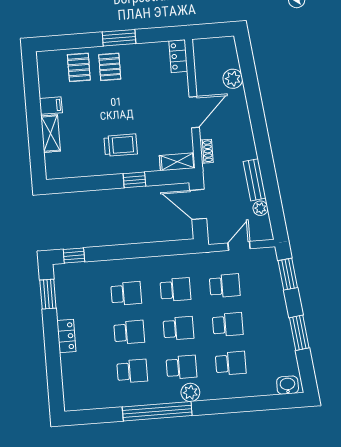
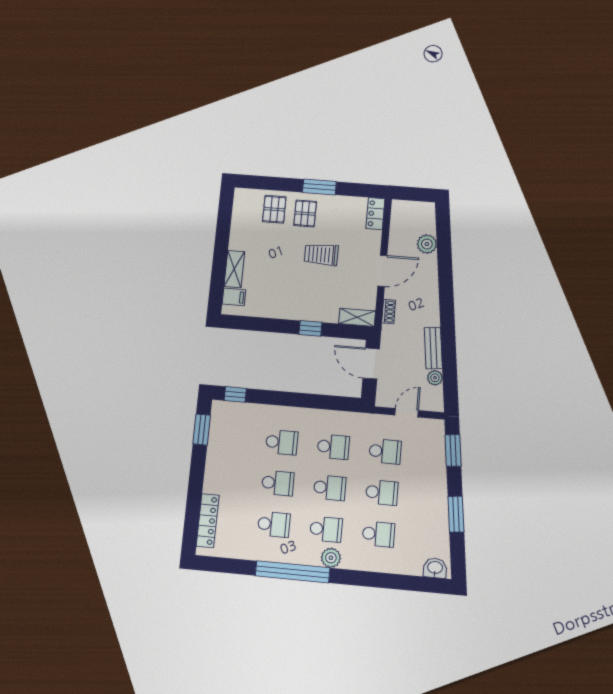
filing cabinet: (51, 106) -> (234, 297), moved
trolley: (121, 145) -> (321, 255), moved, turned 180
locker: (66, 336) -> (208, 521), moved, width x1.53

